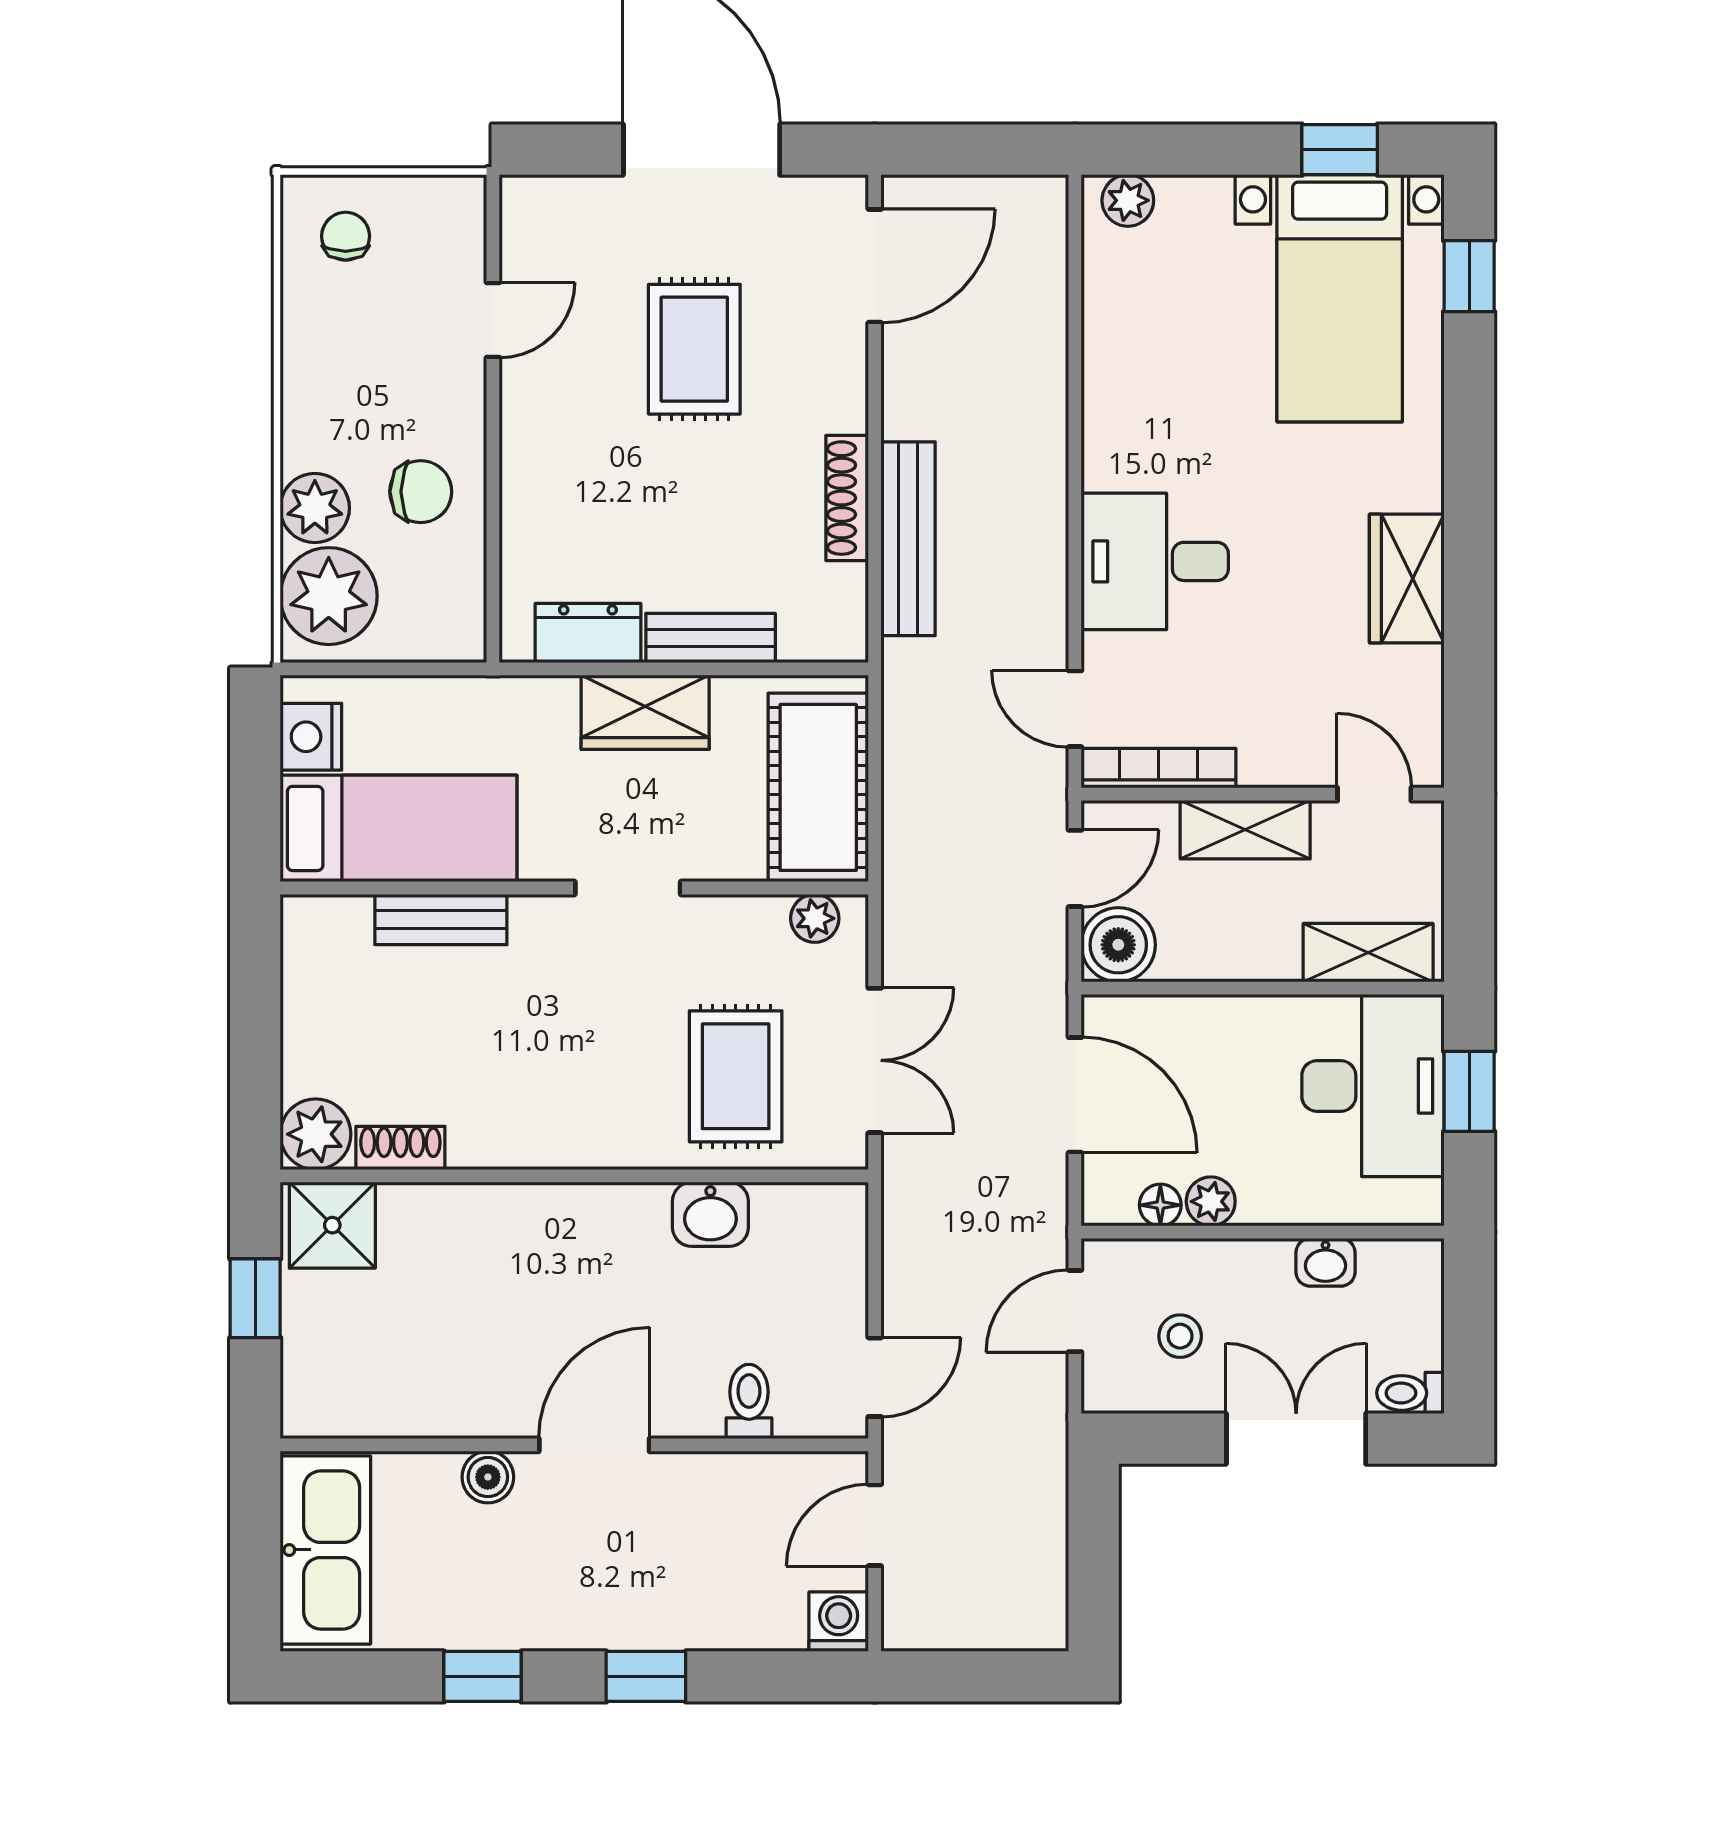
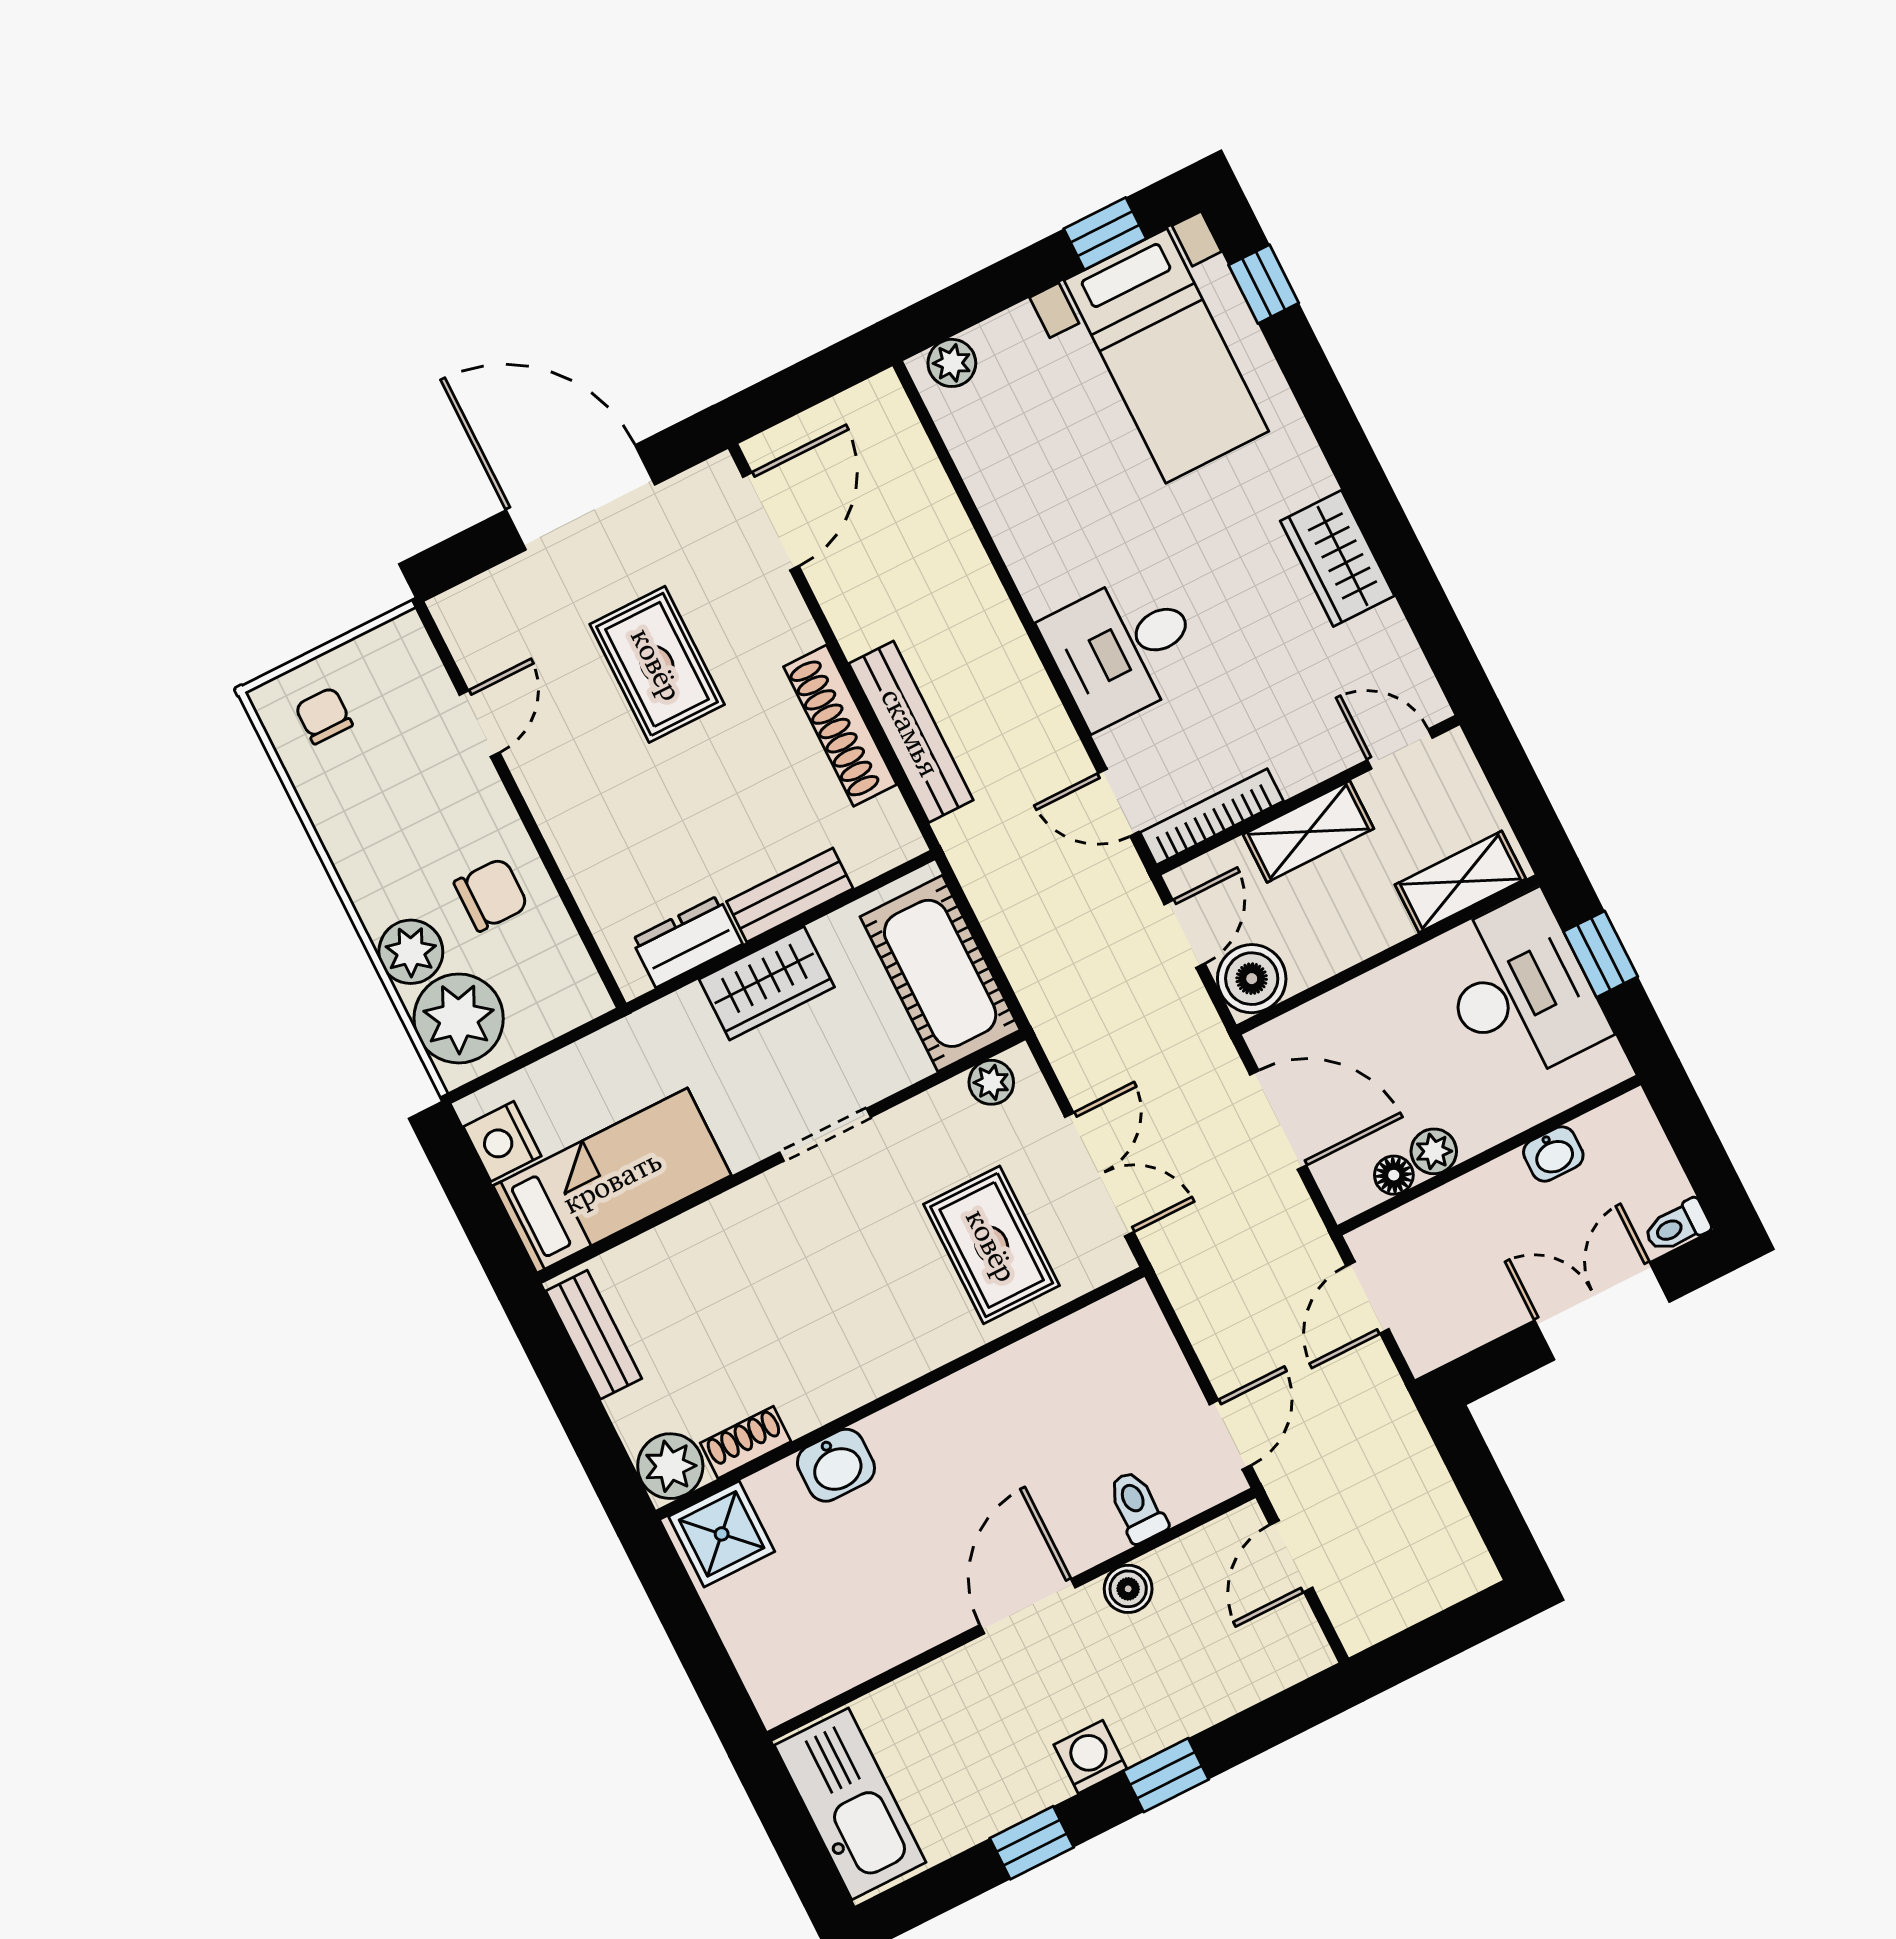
shoe rack: (847, 498) -> (840, 726), width x1.36, depth x1.24
bench: (441, 919) -> (594, 1335), moved, turned 90
washbasin: (710, 1214) -> (836, 1465), moved
window: (255, 1298) -> (688, 1626), removed
stool: (1180, 1336) -> (1464, 1275), removed
boiler: (488, 1477) -> (1128, 1589), moved
washing machine: (839, 1622) -> (1090, 1757), moved

